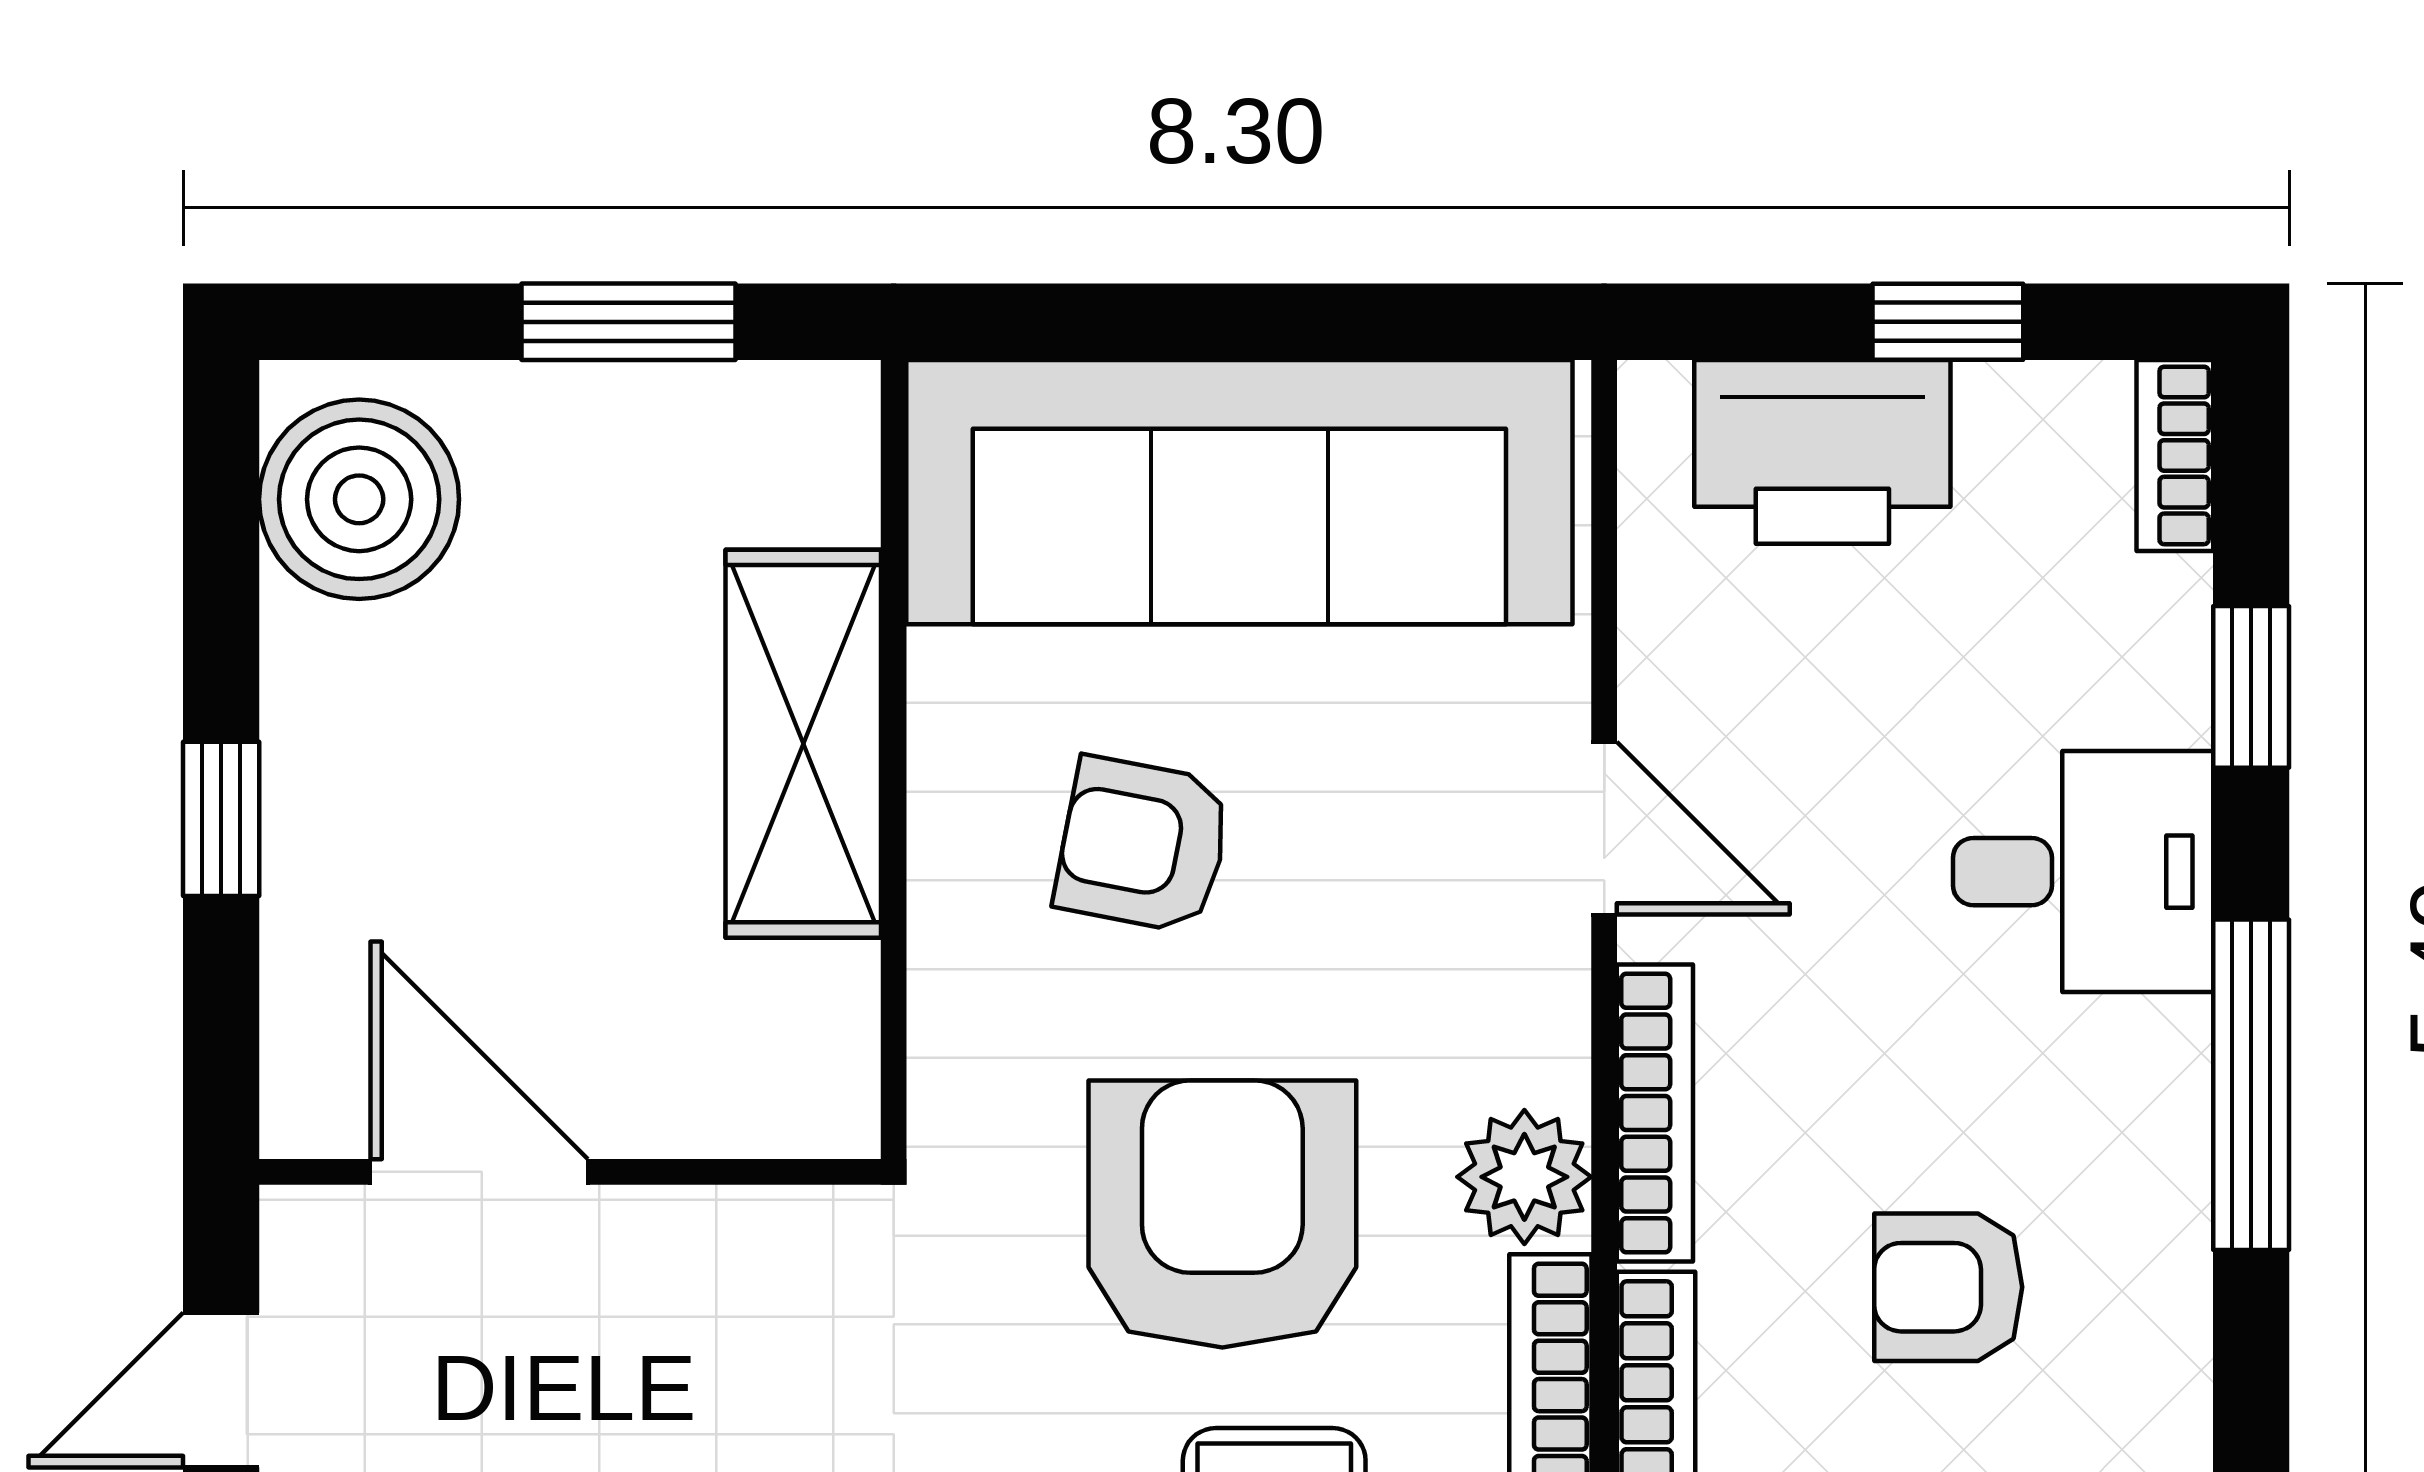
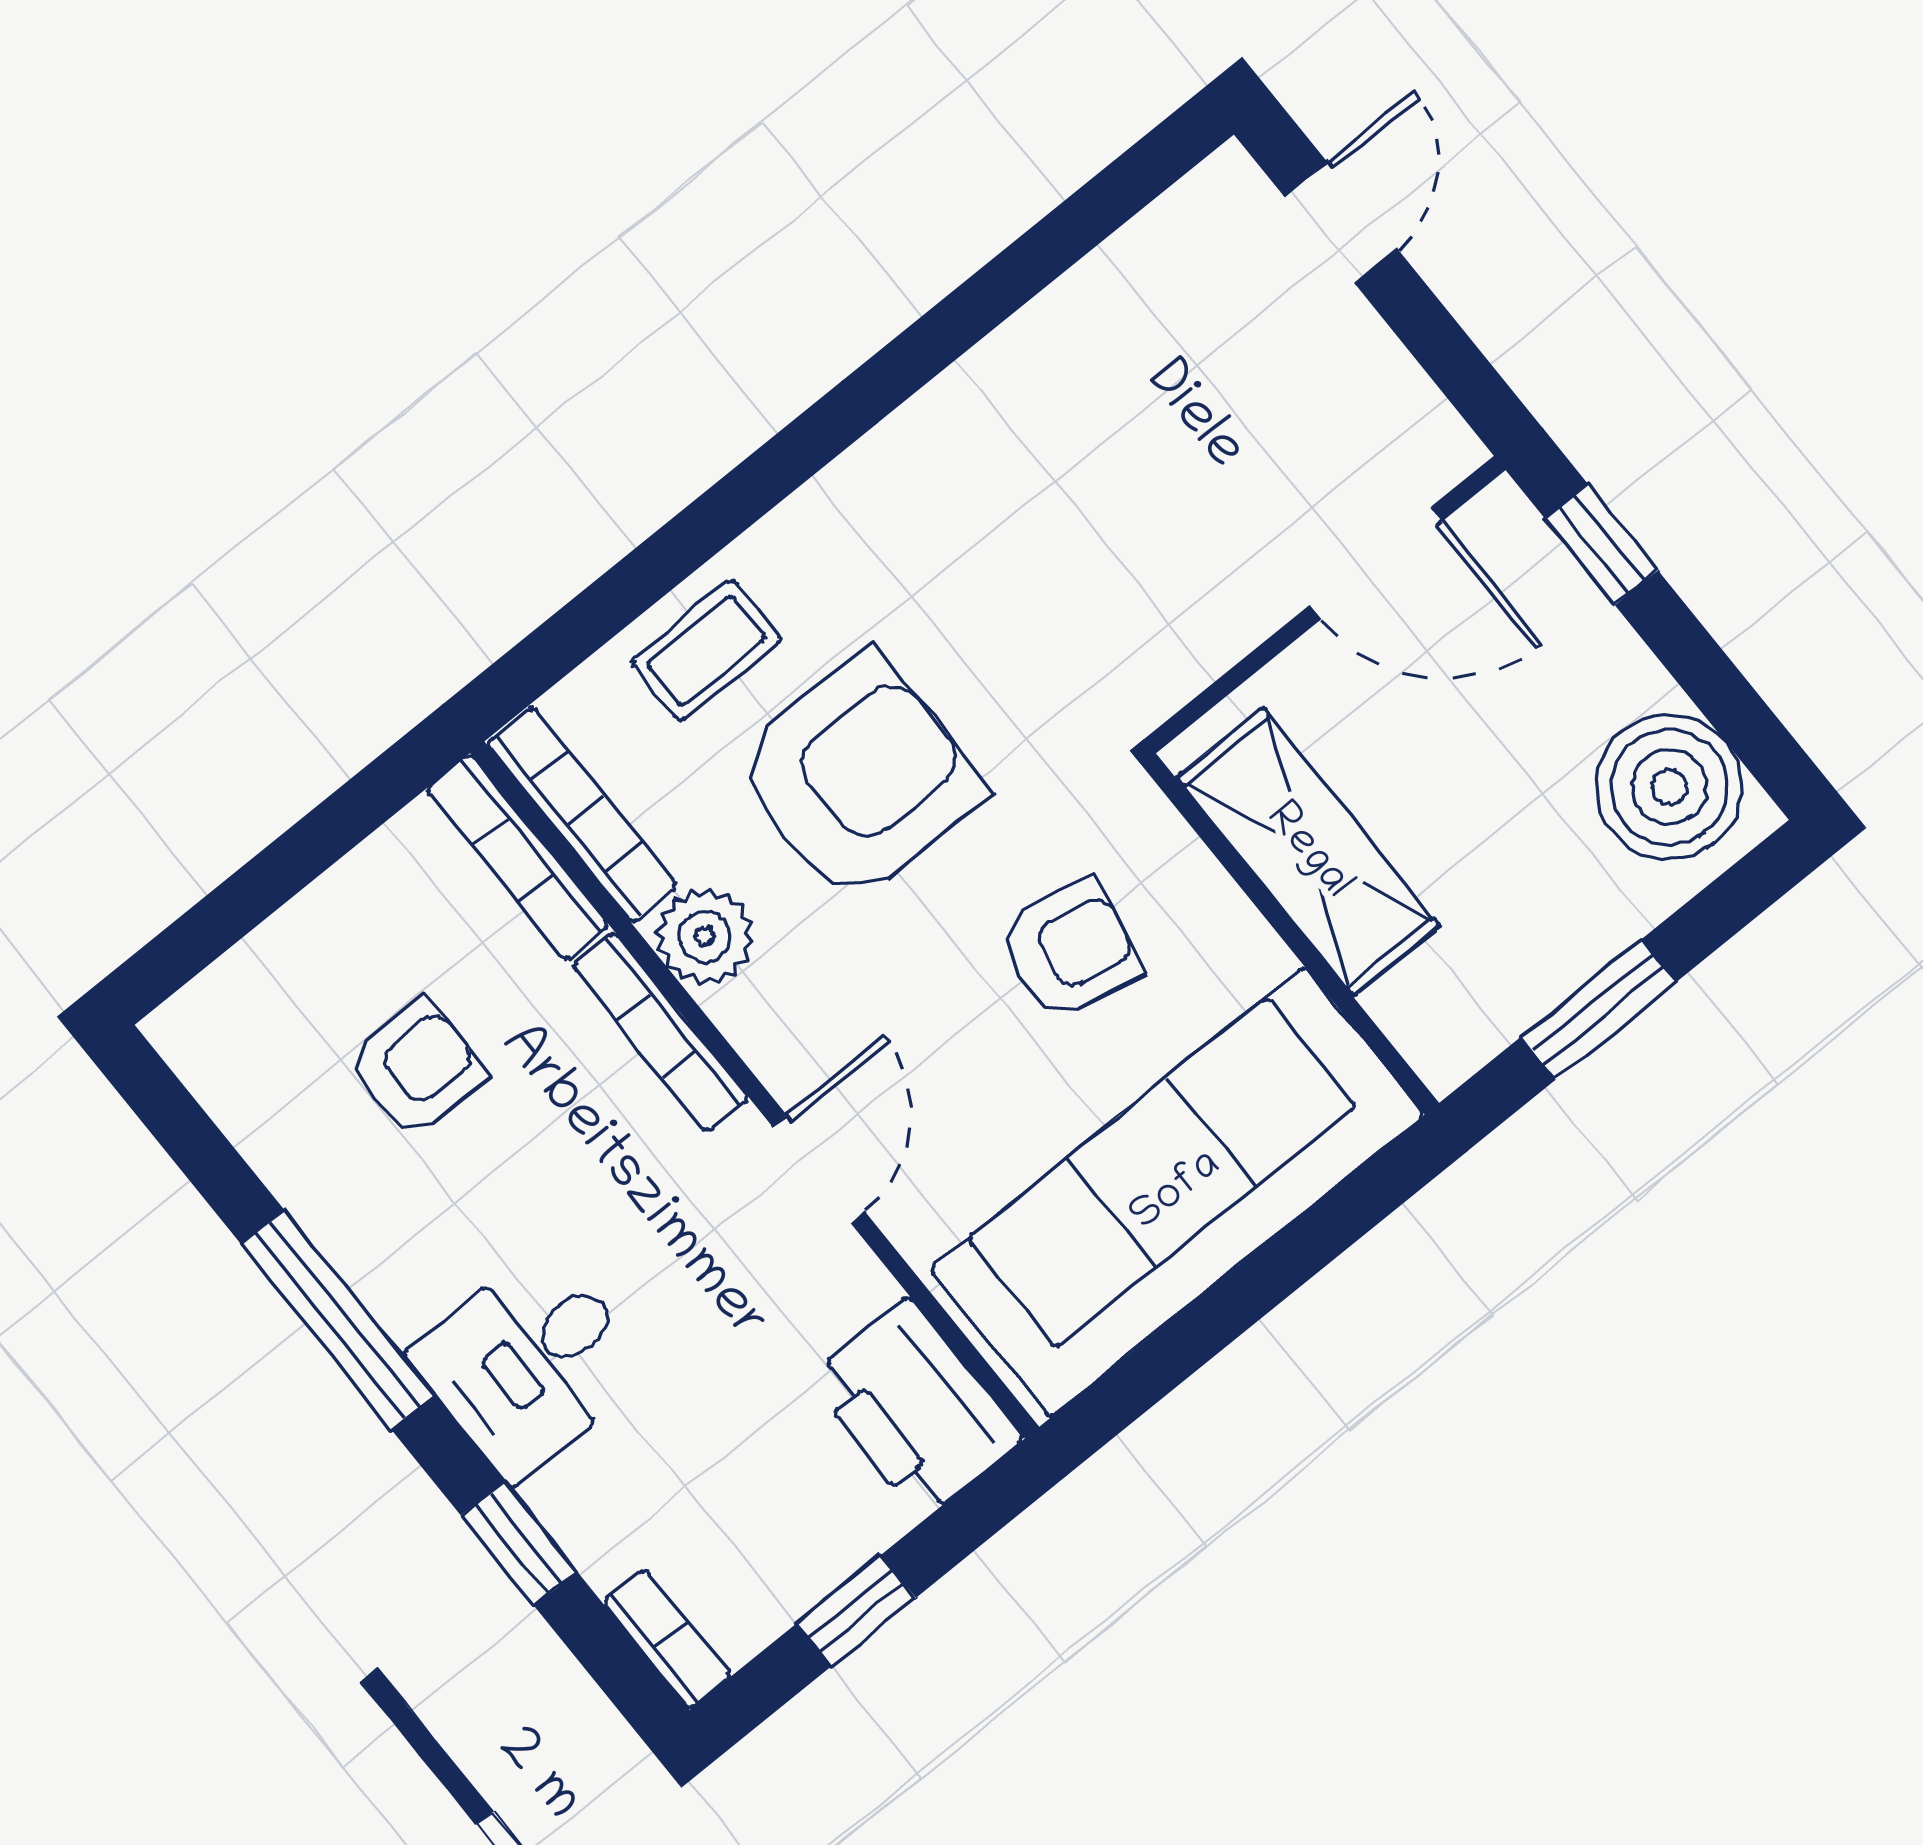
printer: (1822, 452) -> (915, 1408), moved, turned -90
door: (1604, 828) -> (819, 1169), swing flipped
door: (479, 1172) -> (1376, 563), moved
wall: (570, 1172) -> (1325, 604), moved
armchair: (1222, 1214) -> (858, 778), turned -90

